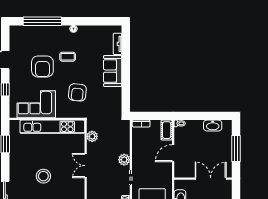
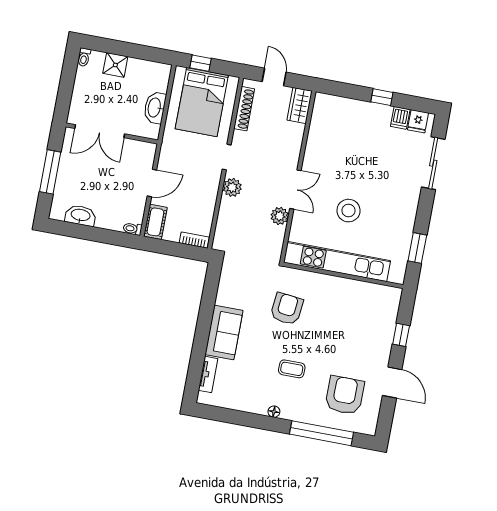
armchair: (42, 66) -> (345, 395), moved
corner sofa: (36, 104) -> (356, 302), removed
plant: (92, 136) -> (280, 216), moved
stool: (43, 176) -> (349, 211), moved

